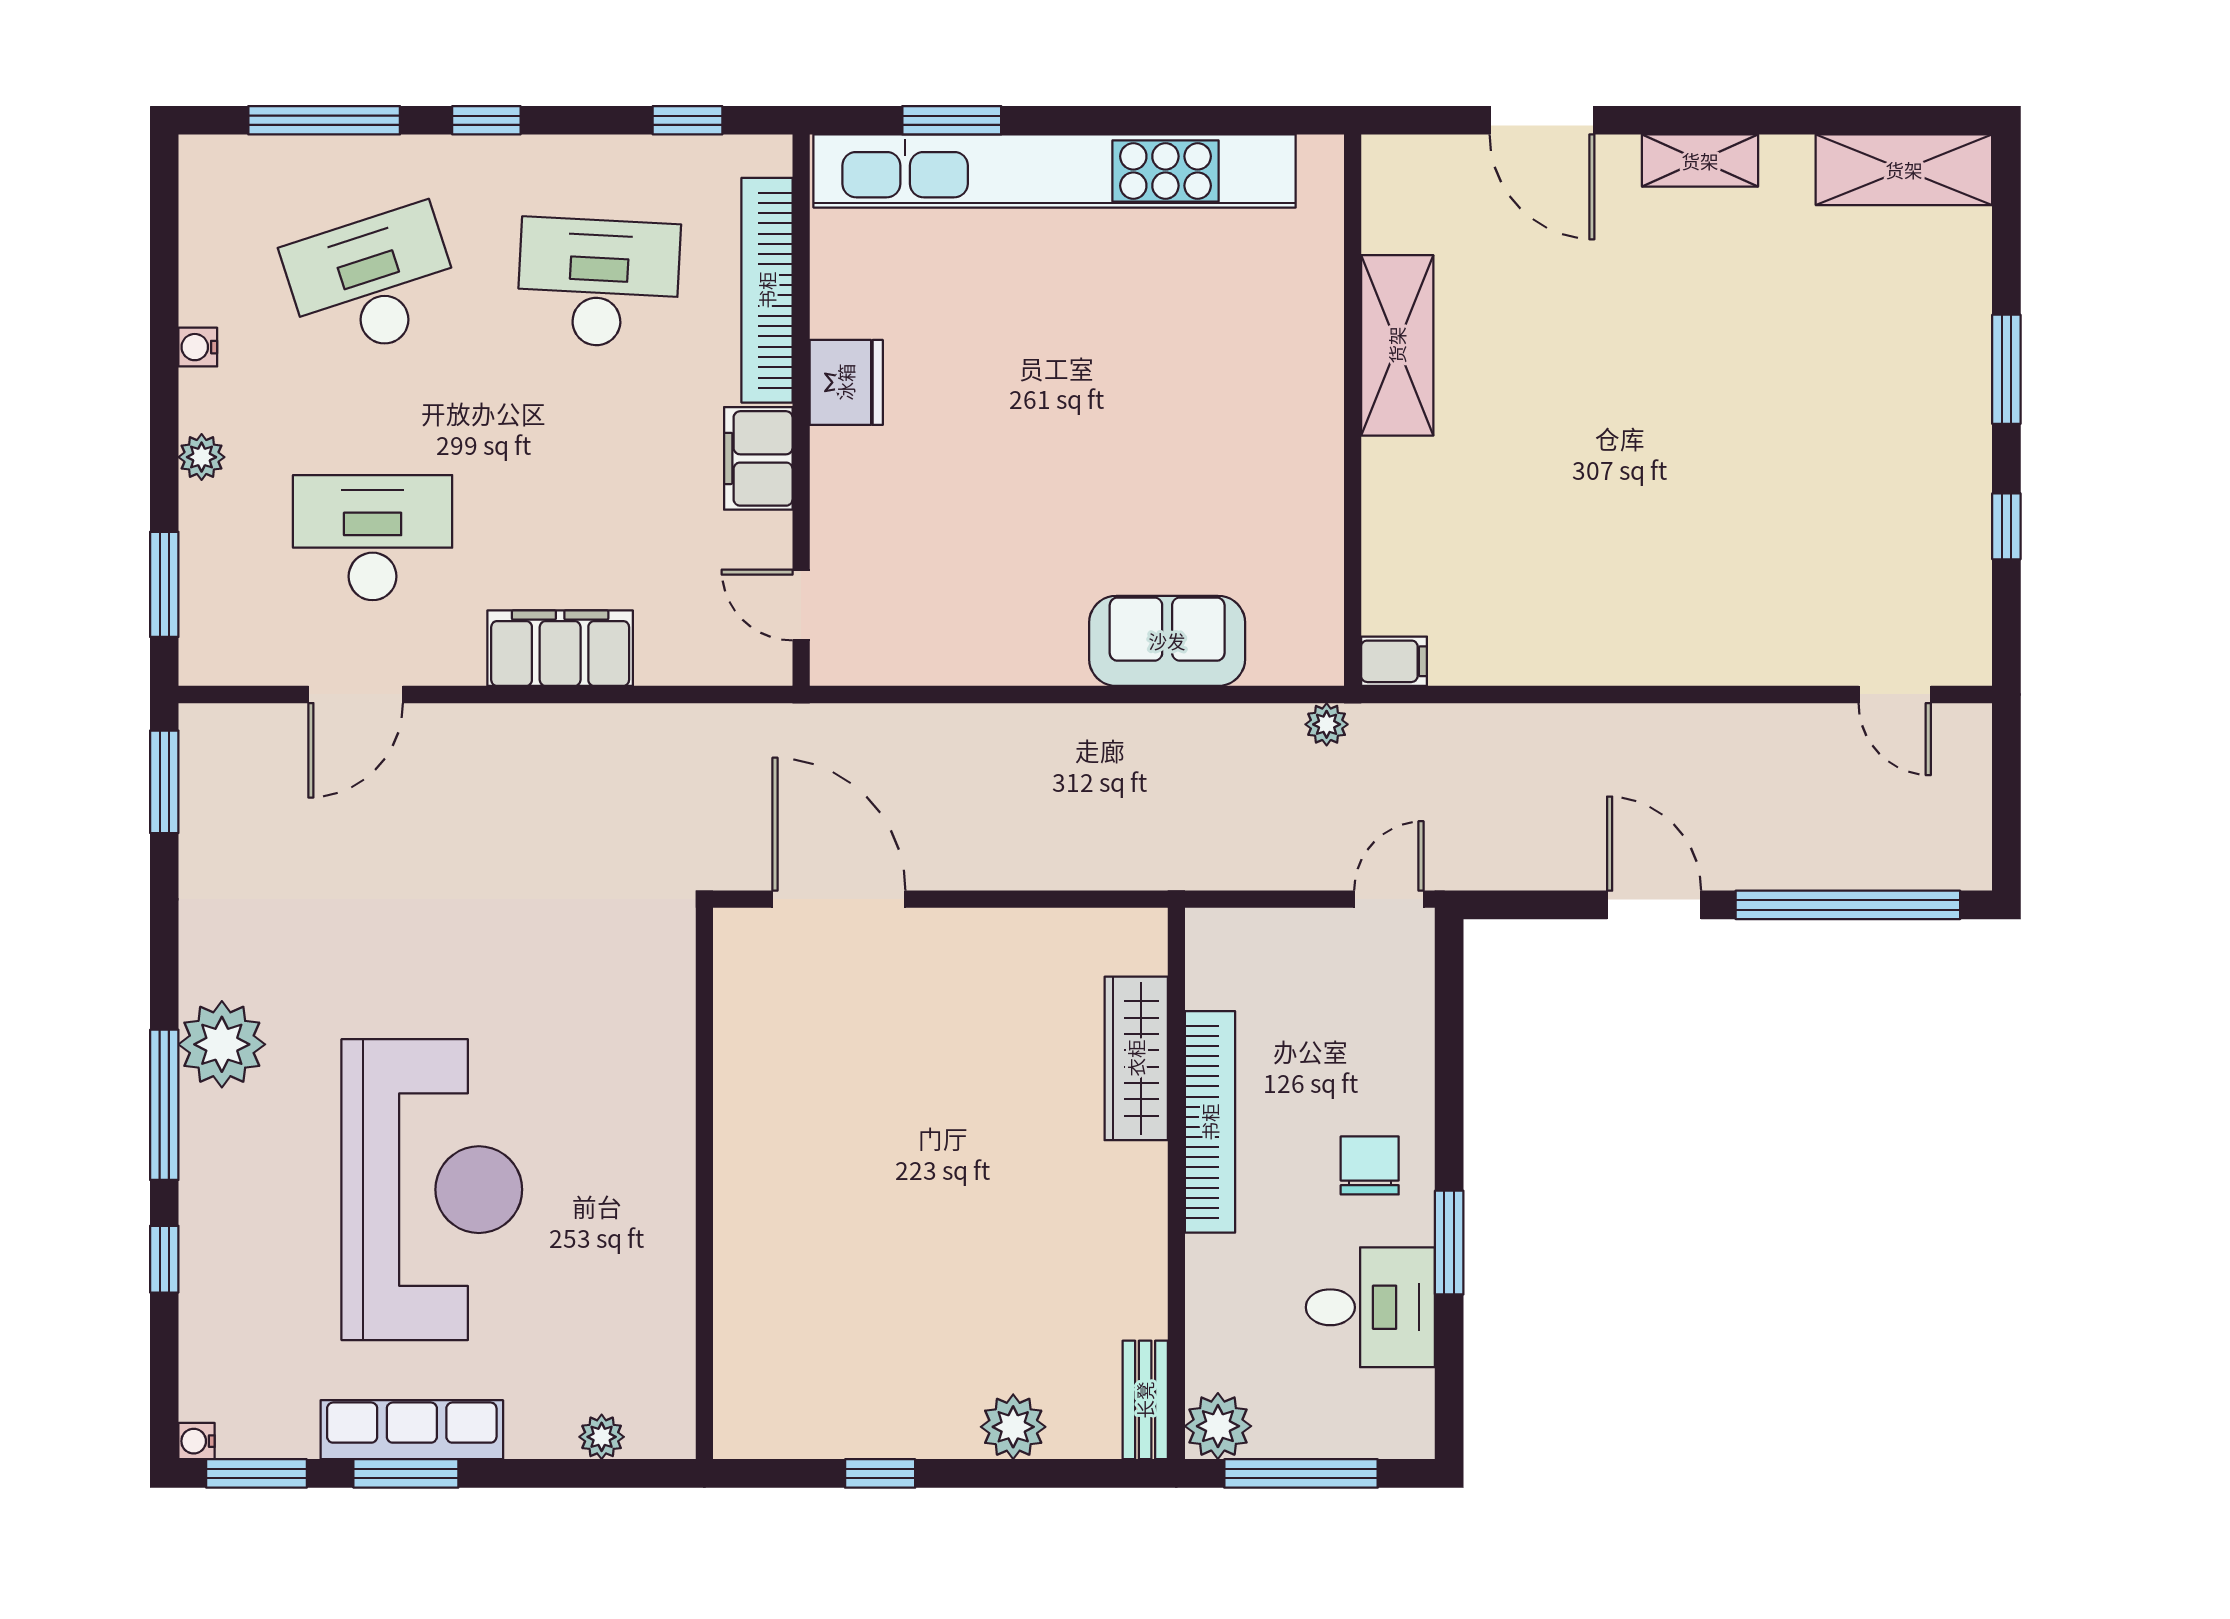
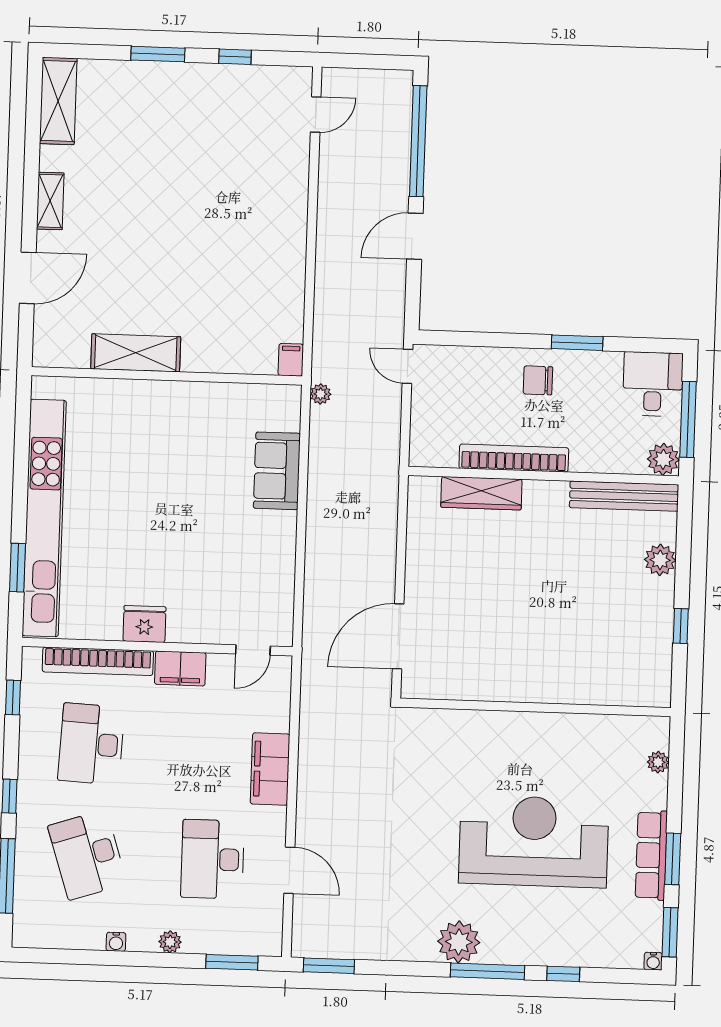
desk: (1370, 1307) -> (653, 384), moved
bench: (1145, 1400) -> (624, 496), width x1.86, depth x1.21

